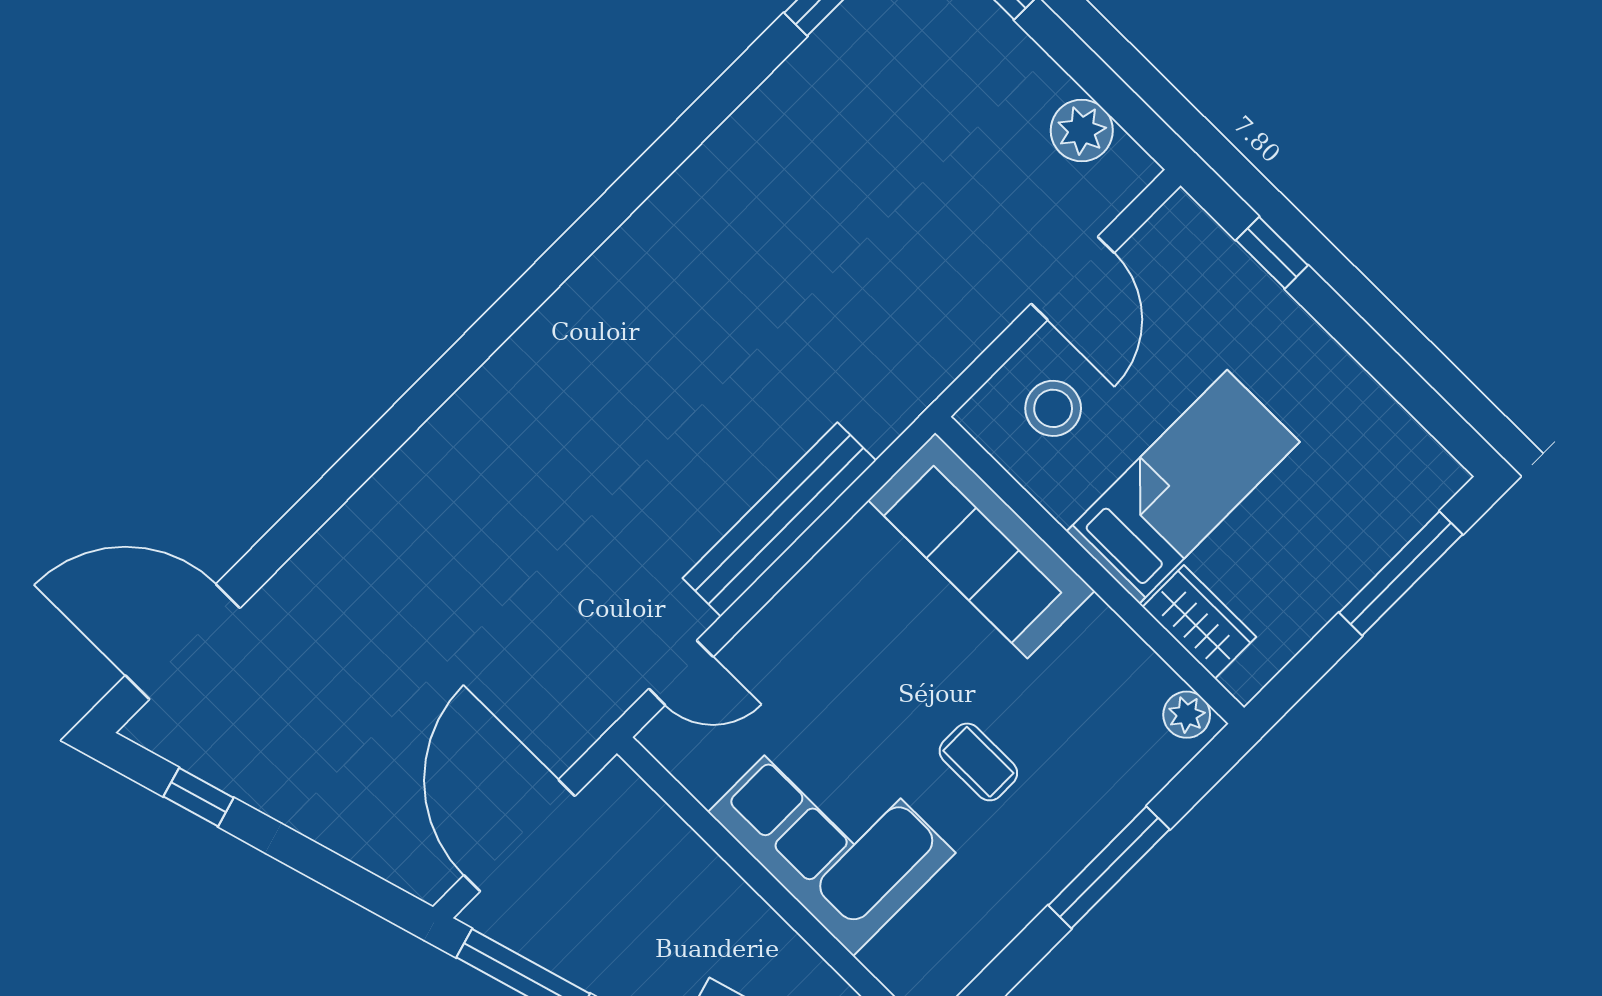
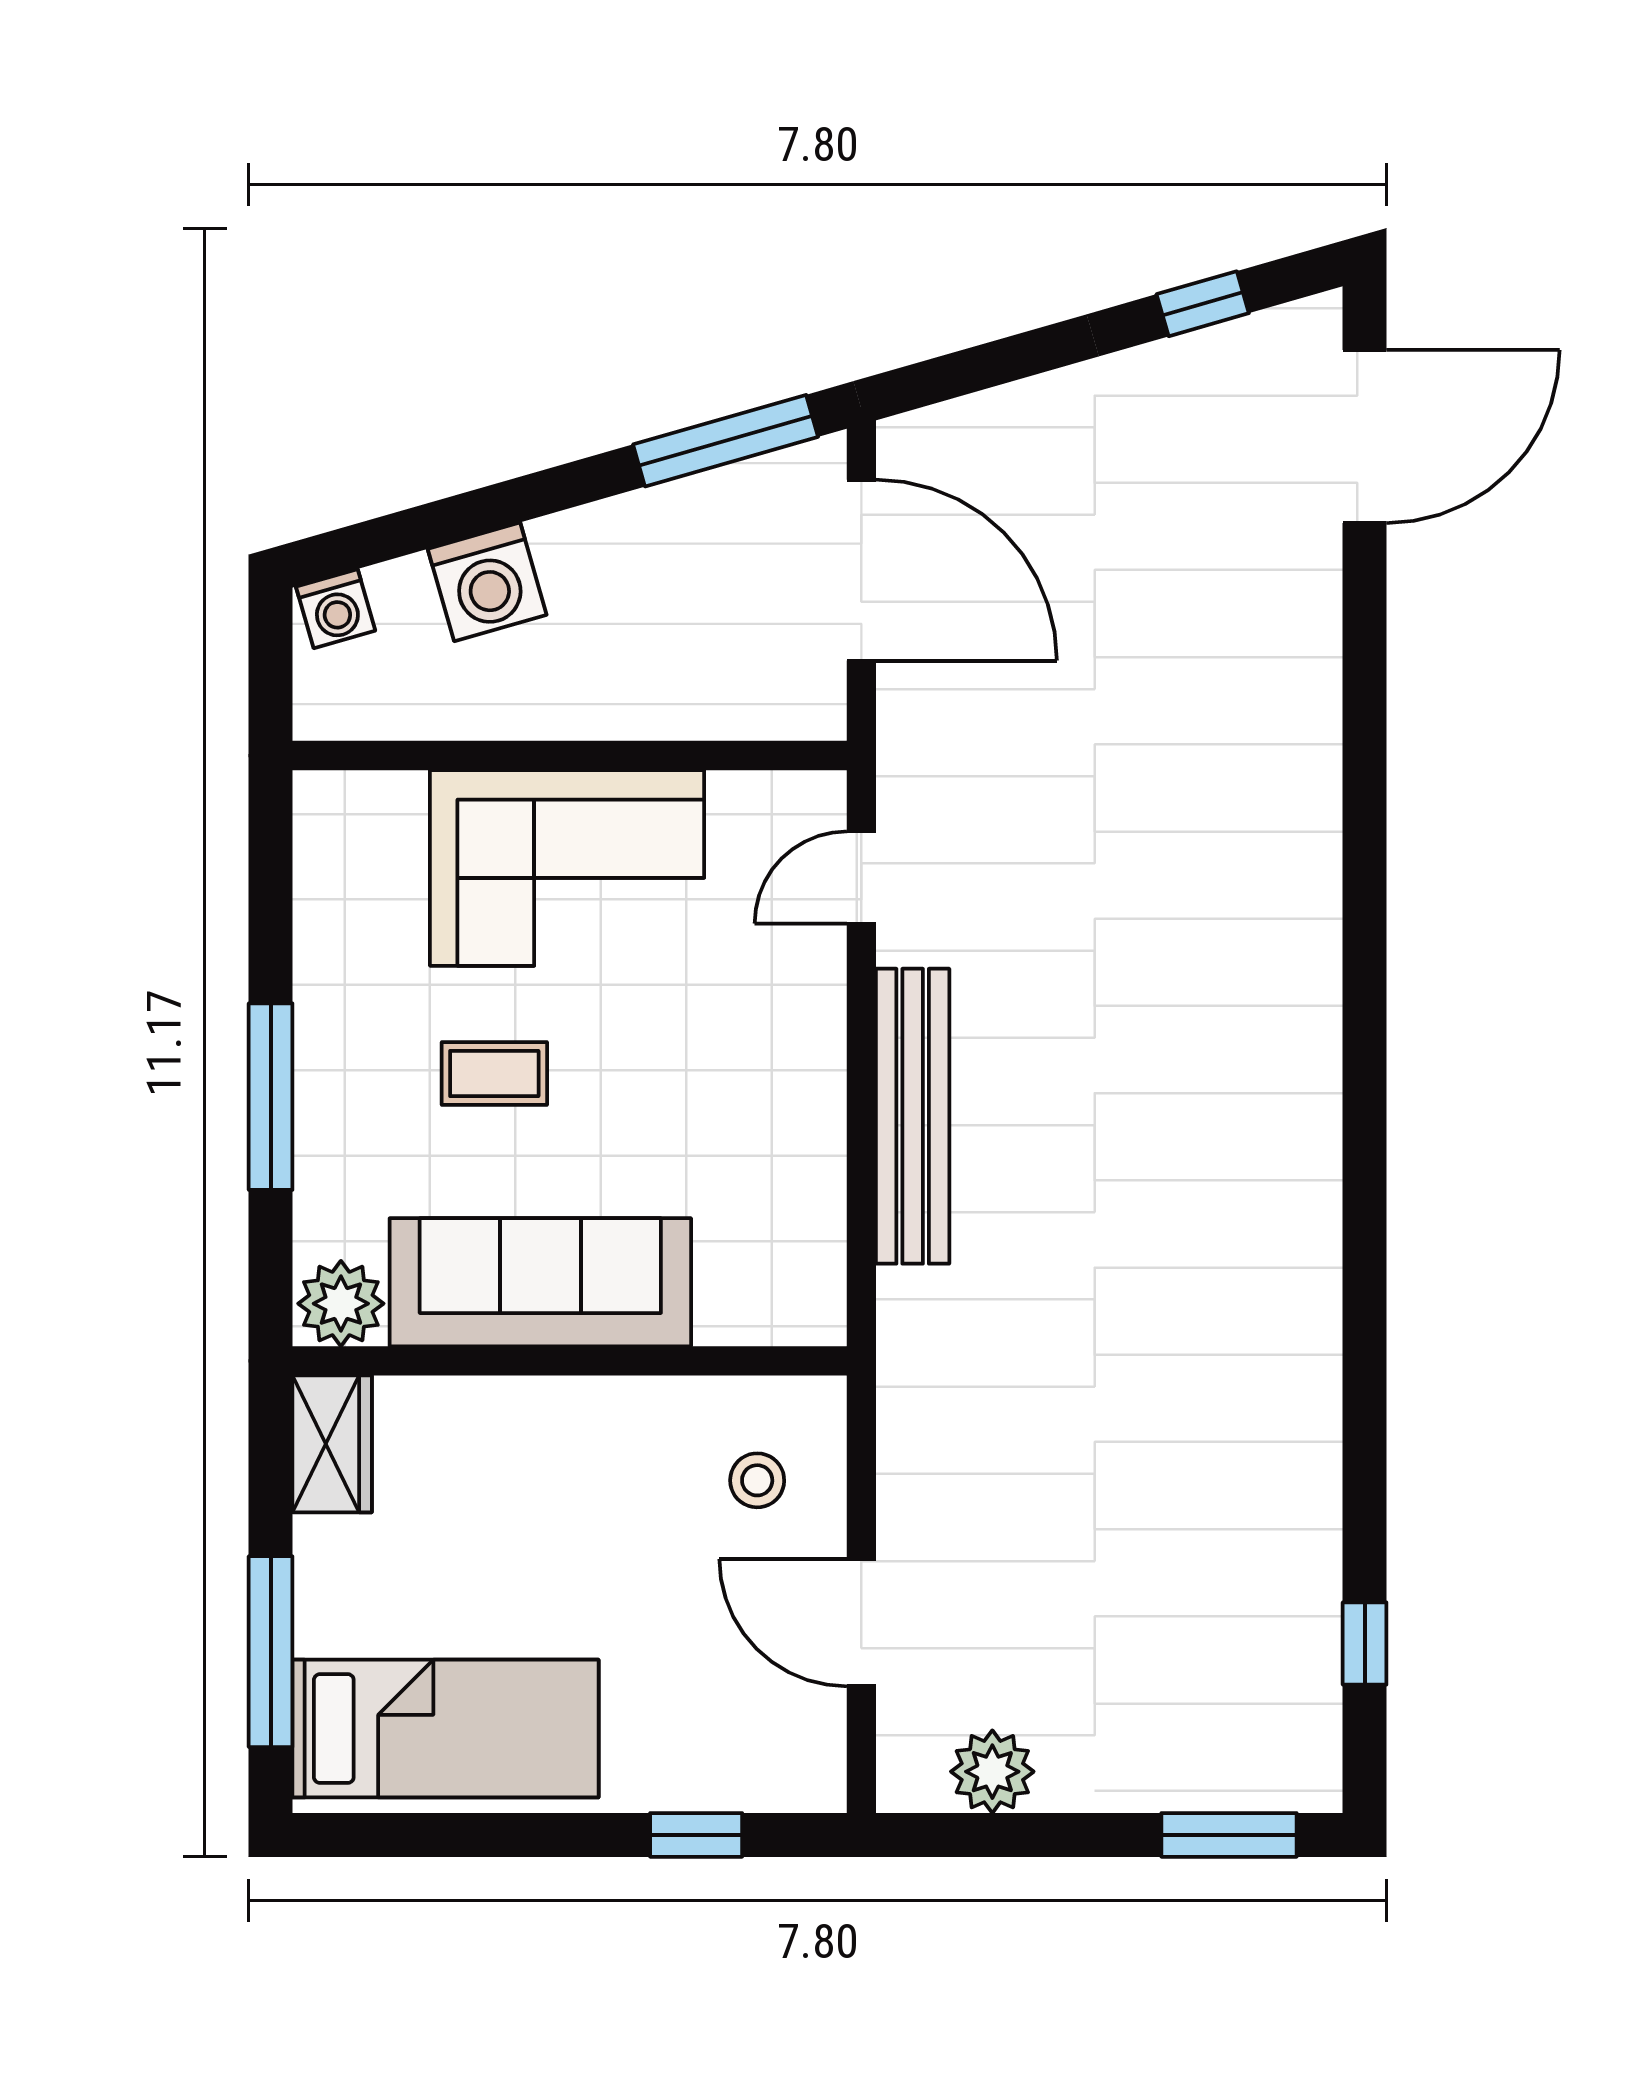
stool: (1053, 408) -> (757, 1480), width x0.73, depth x0.73
bed: (1183, 487) -> (446, 1729), moved, turned -90
sofa: (981, 545) -> (540, 1282), moved
wardrobe: (1199, 622) -> (332, 1444), moved, turned -90
plant: (1187, 715) -> (341, 1304), width x1.38, depth x1.38

